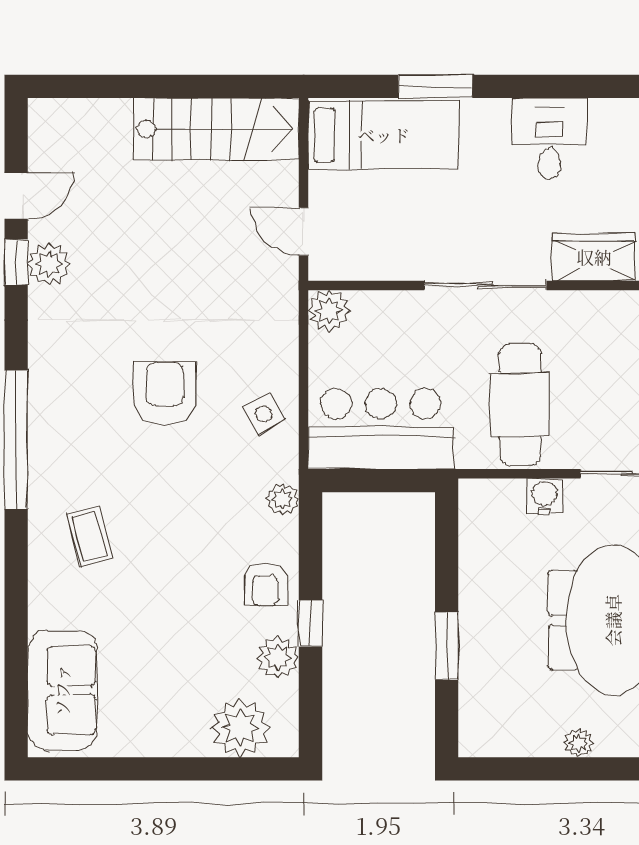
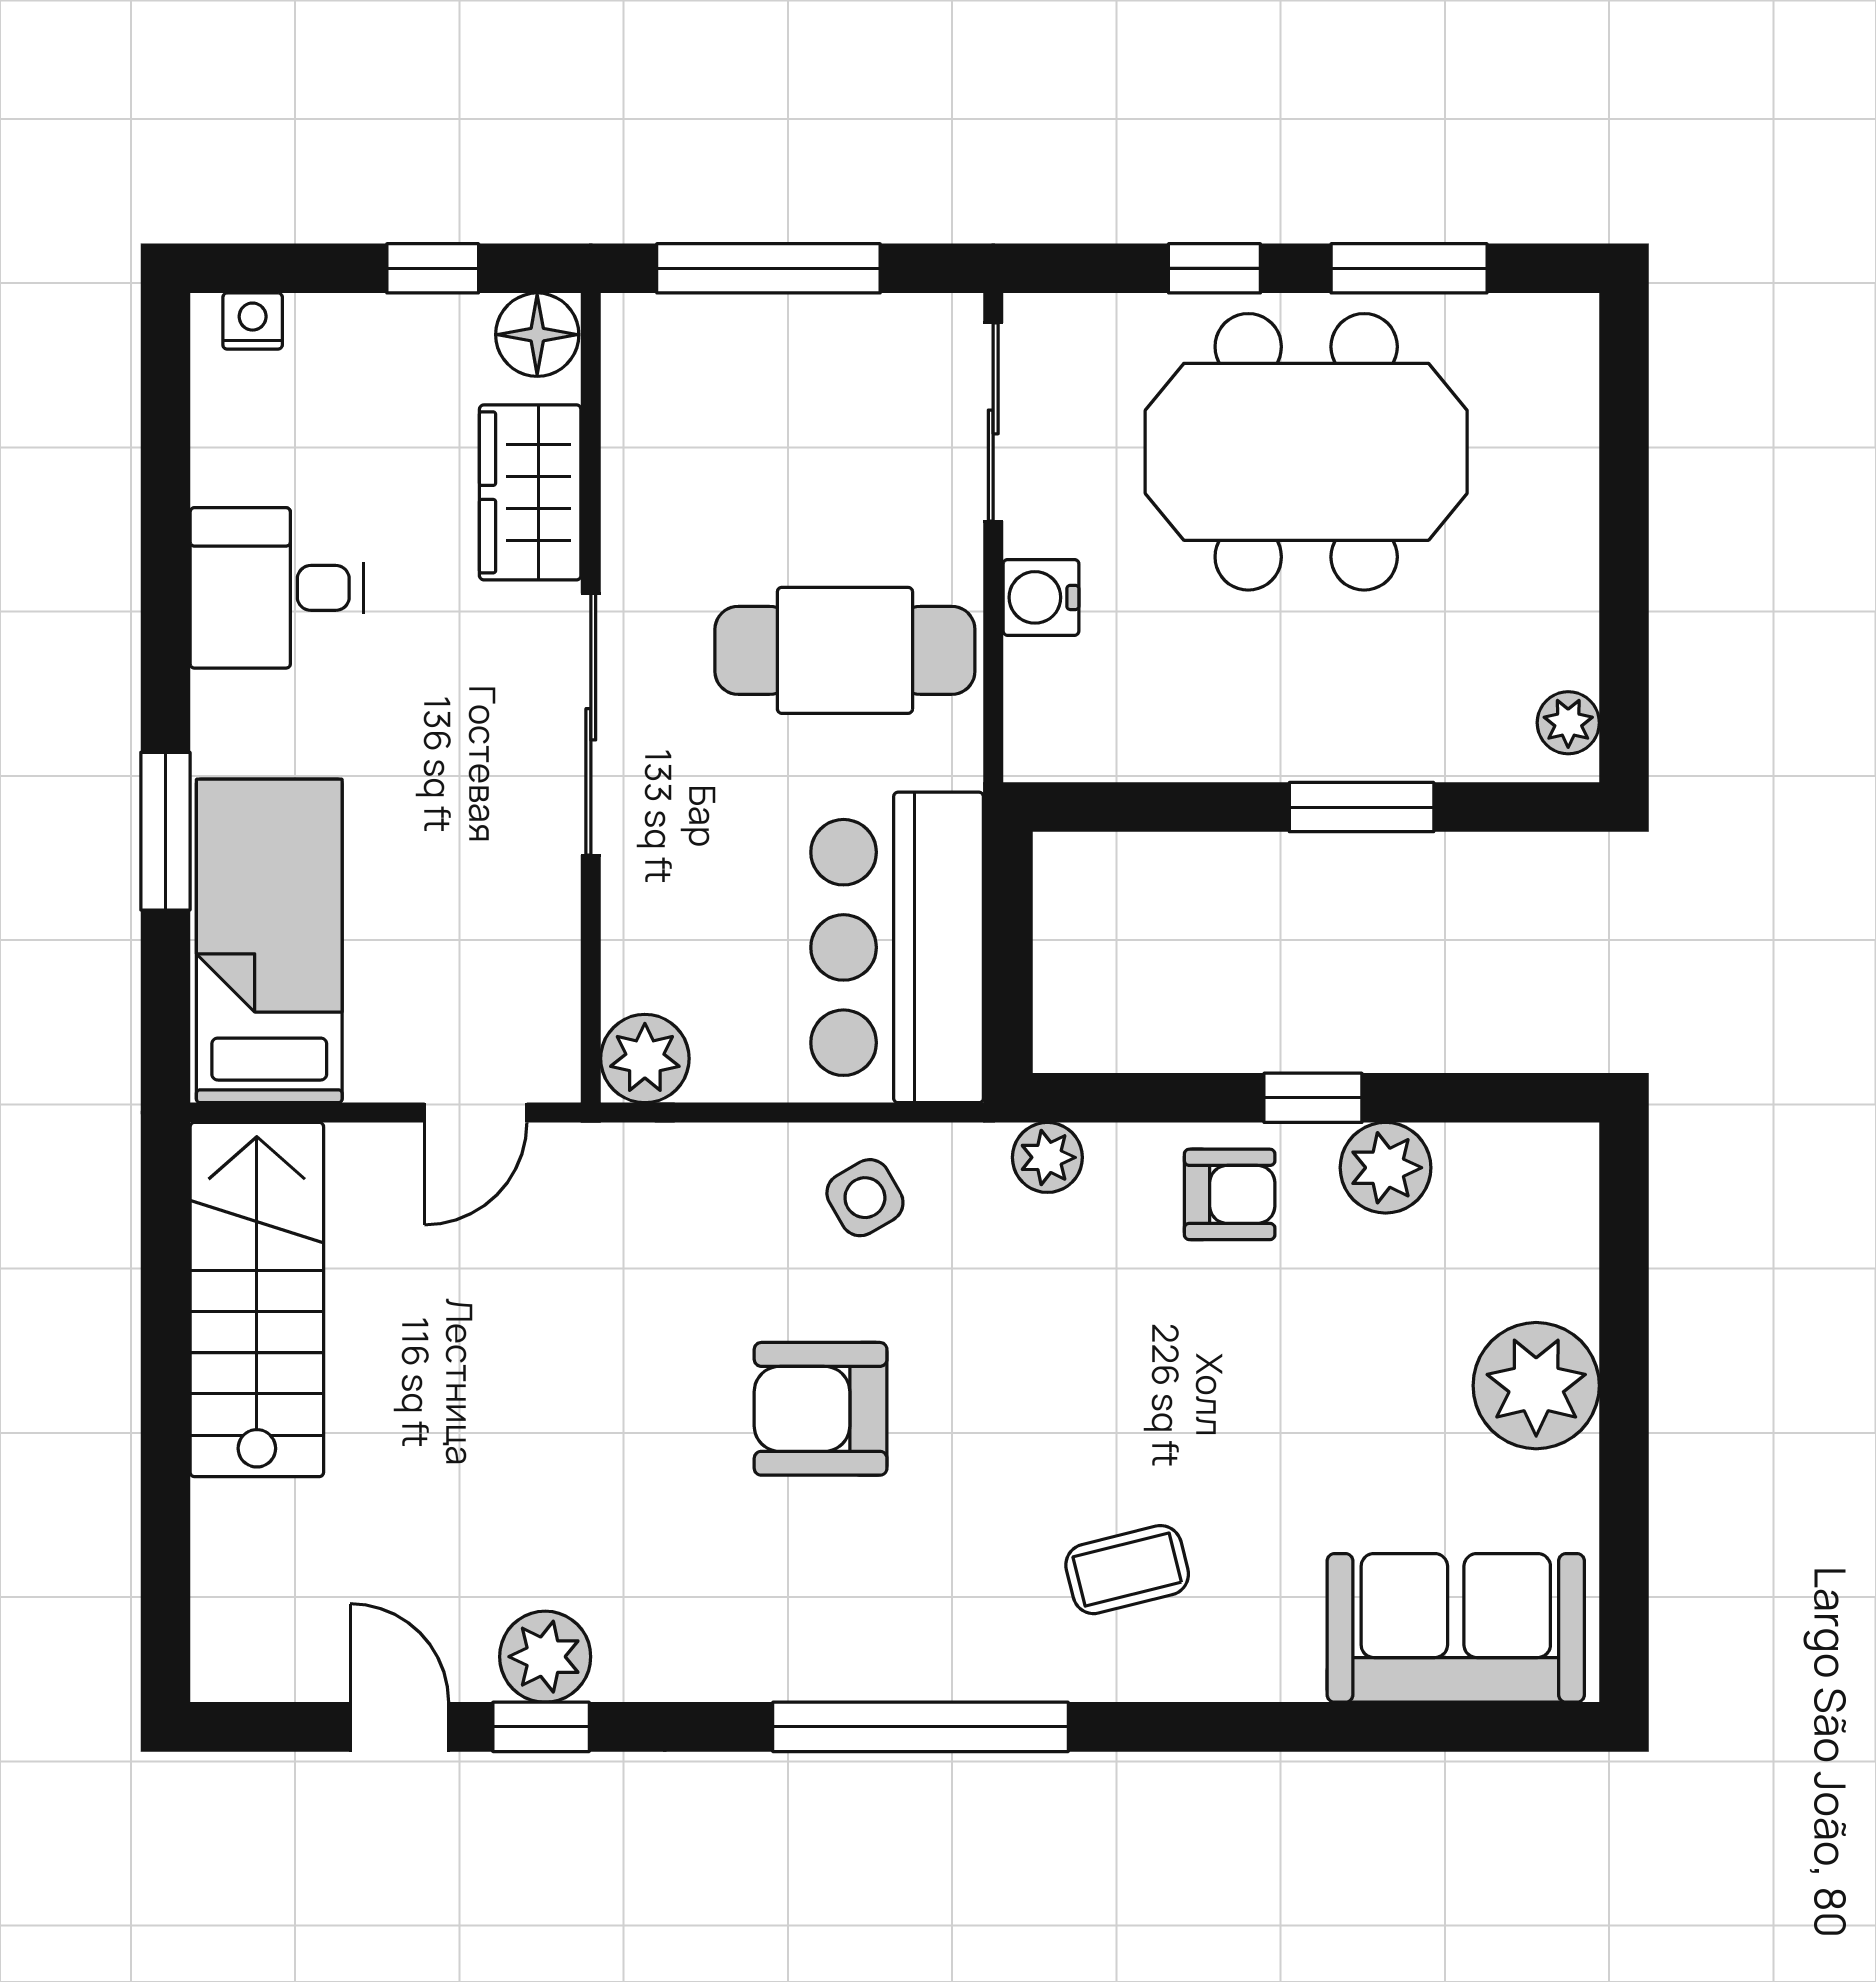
plant: (240, 728) -> (1536, 1386), moved
plant: (579, 743) -> (1568, 723), moved

